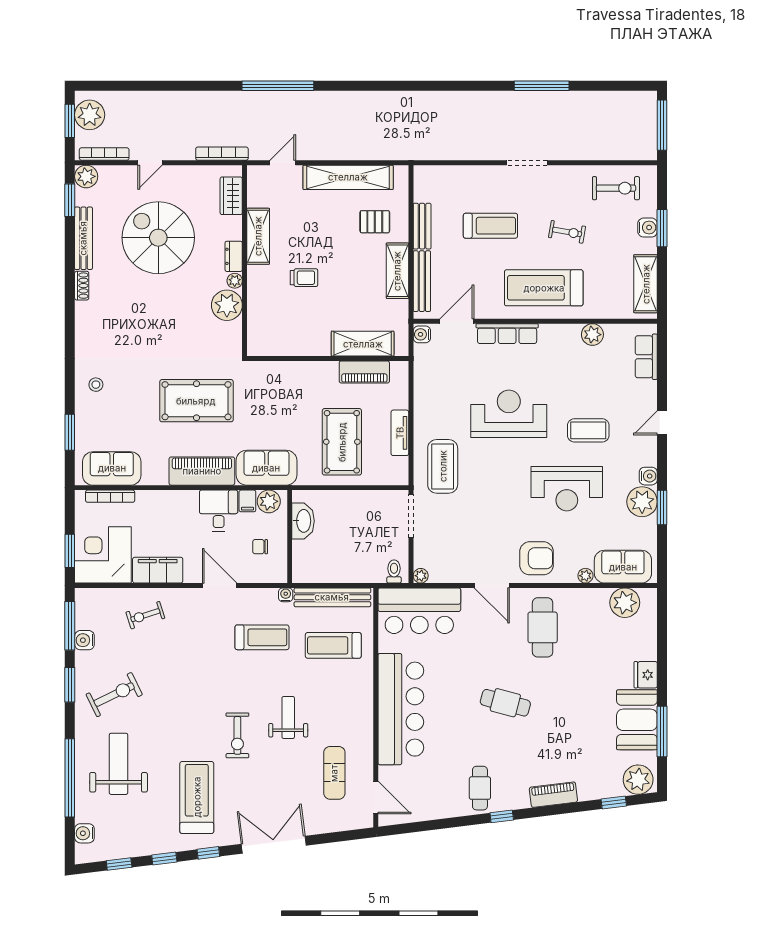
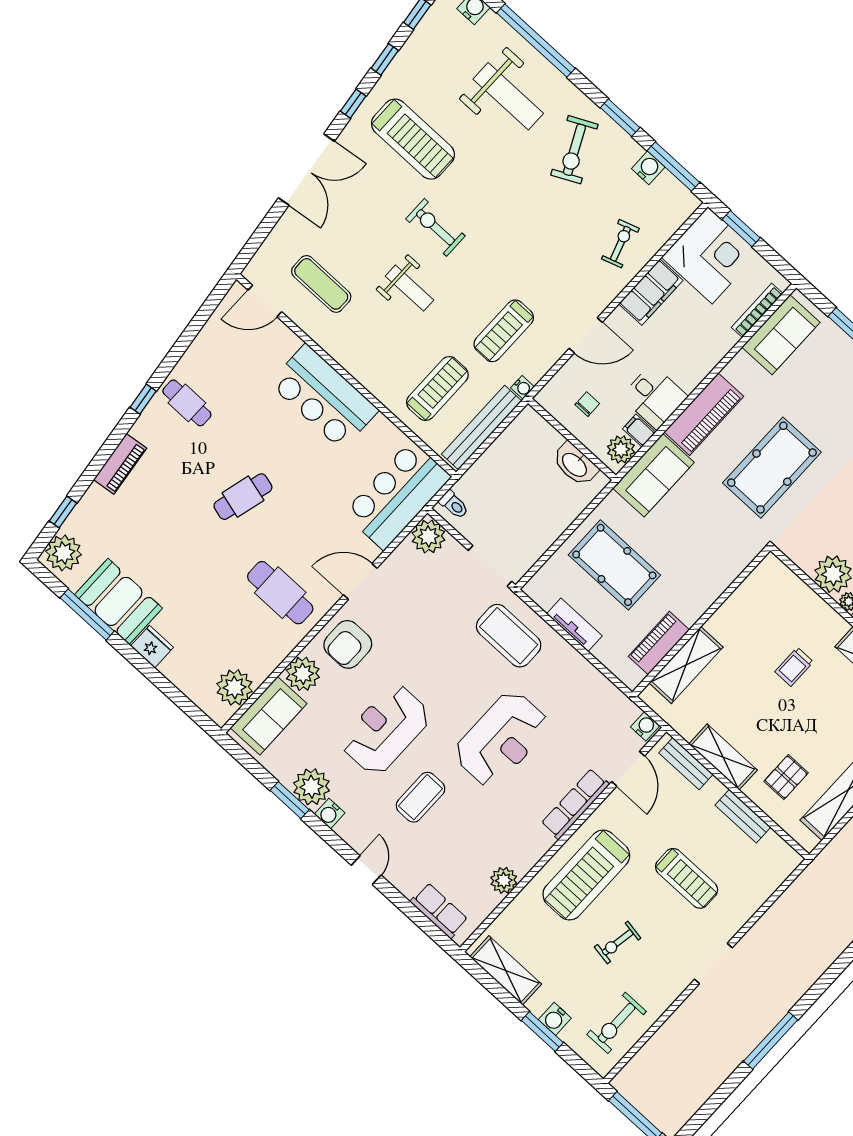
treadmill: (490, 226) -> (687, 878), turned -90
bench: (422, 281) -> (686, 764), width x0.73
treadmill: (544, 288) -> (586, 875), turned 180
plant: (421, 576) -> (428, 536), width x1.87, depth x1.87
plant: (585, 576) -> (303, 674), width x1.87, depth x1.87
bar counter: (401, 709) -> (324, 397), width x0.73

